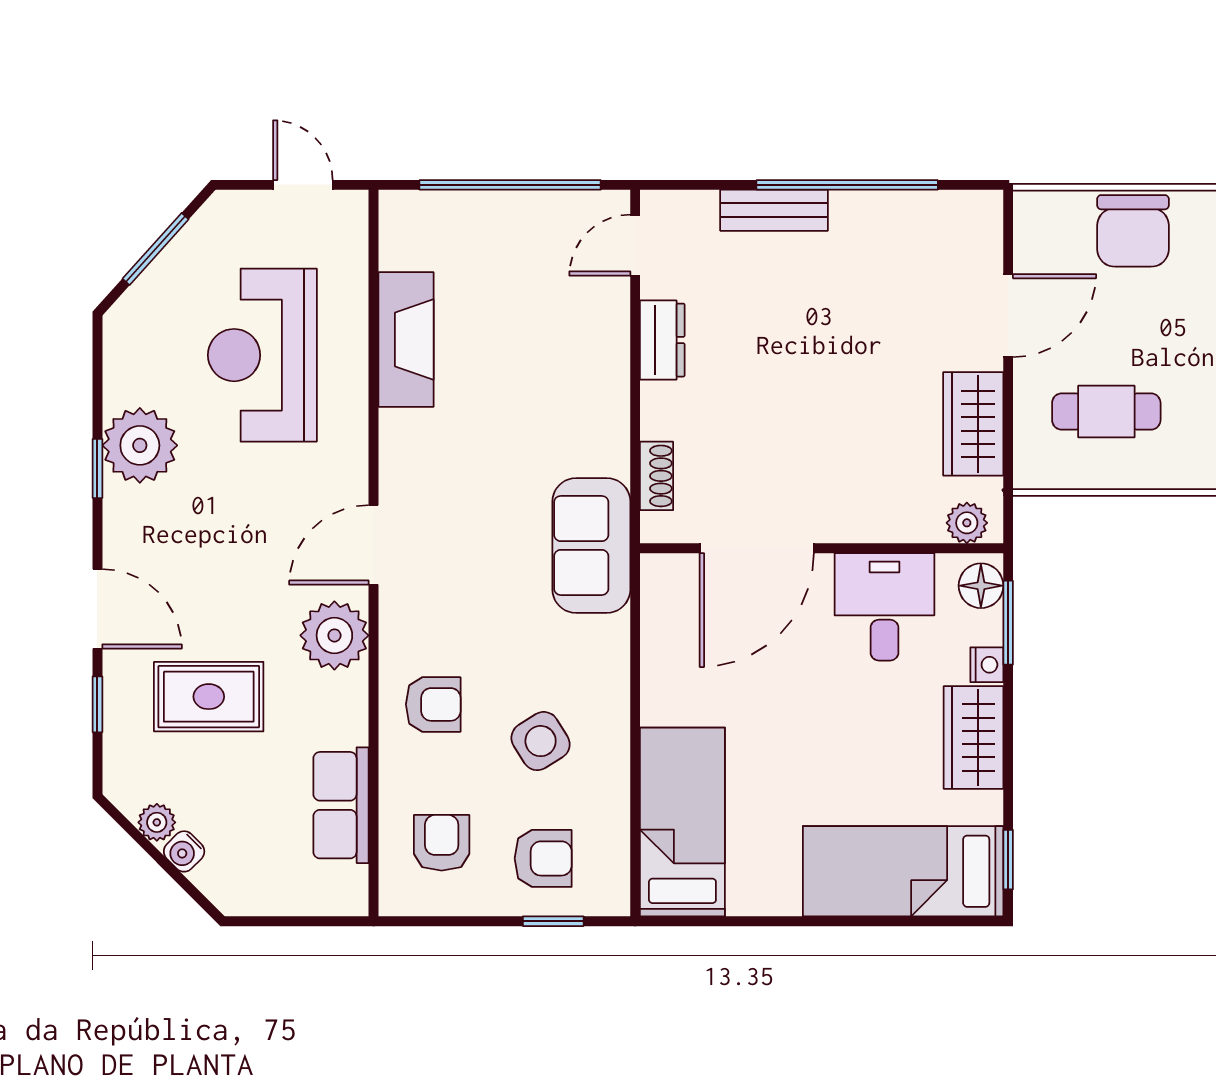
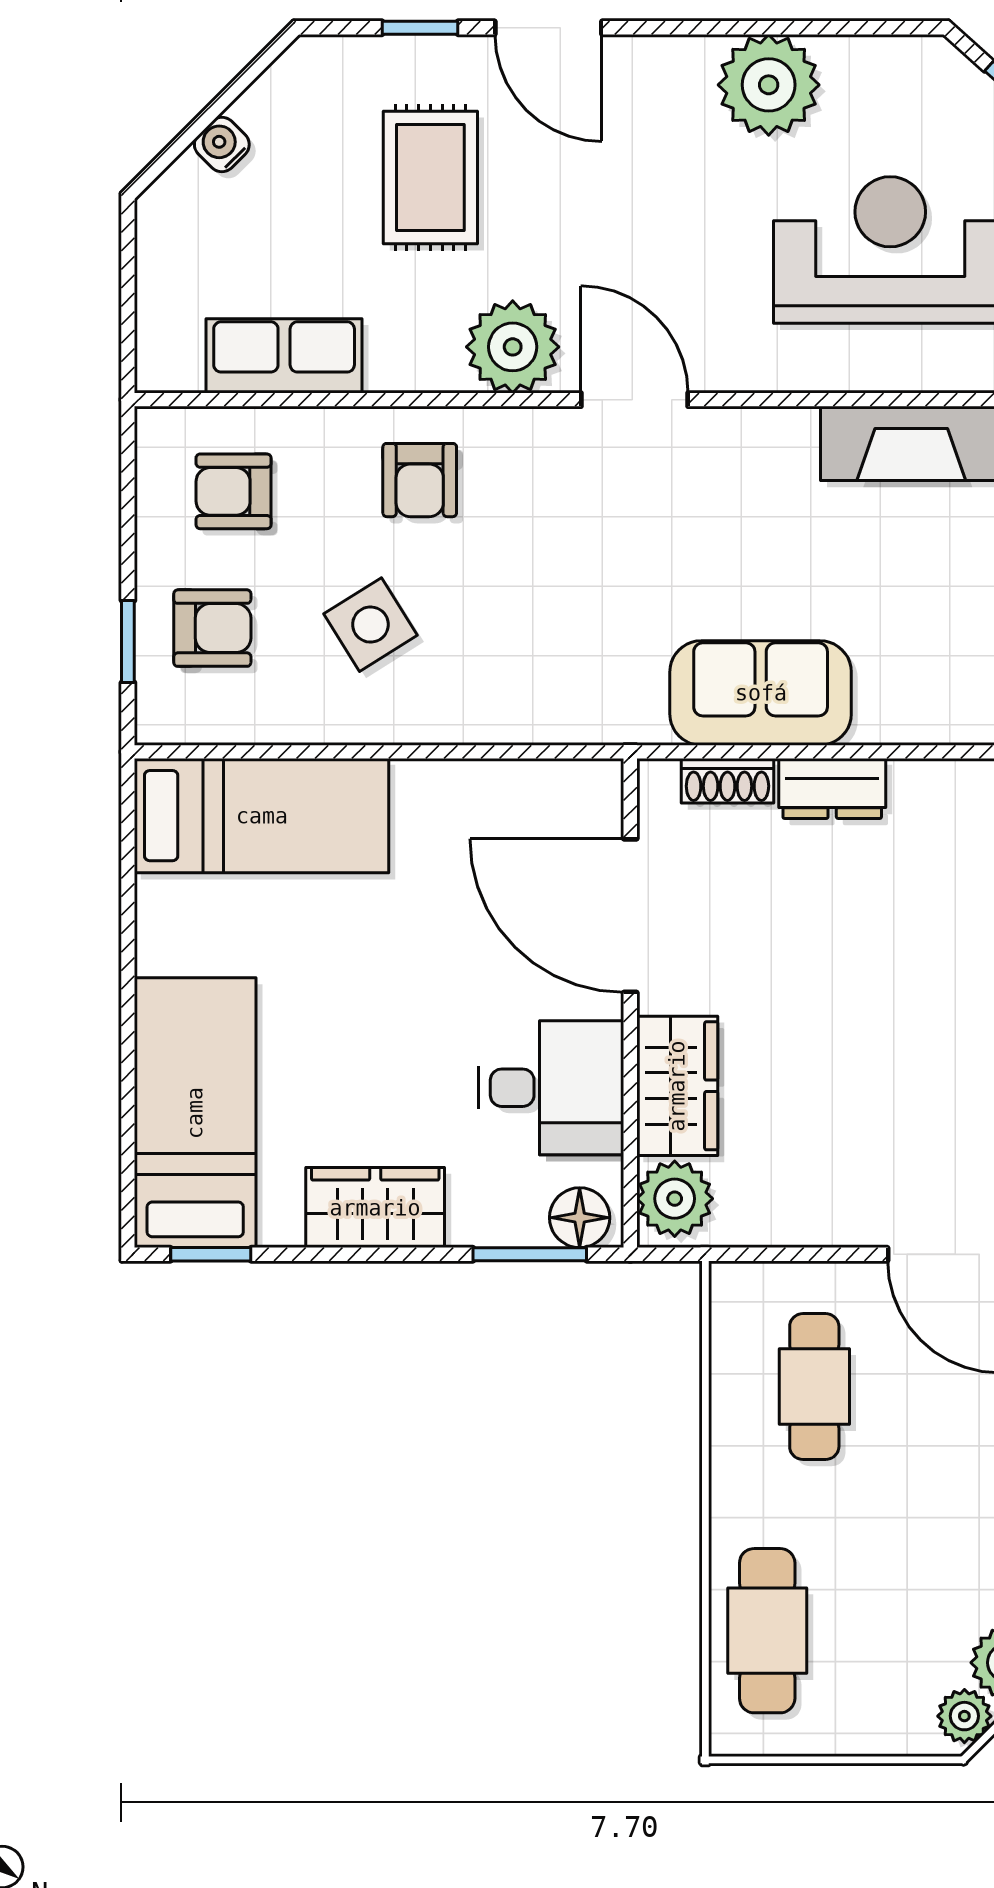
dresser: (662, 340) -> (832, 788), moved
wardrobe: (973, 424) -> (677, 1086), moved, turned 90
window: (97, 468) -> (738, 28), removed
plant: (967, 523) -> (675, 1199), width x1.38, depth x1.38
sofa: (591, 545) -> (761, 693), moved
door: (97, 609) -> (548, 28), hinge flipped
nightstand: (987, 665) -> (473, 1226), removed
plant: (157, 822) -> (261, 108), removed
armchair: (442, 843) -> (234, 491), turned 180
armchair: (543, 858) -> (212, 628), turned -90

